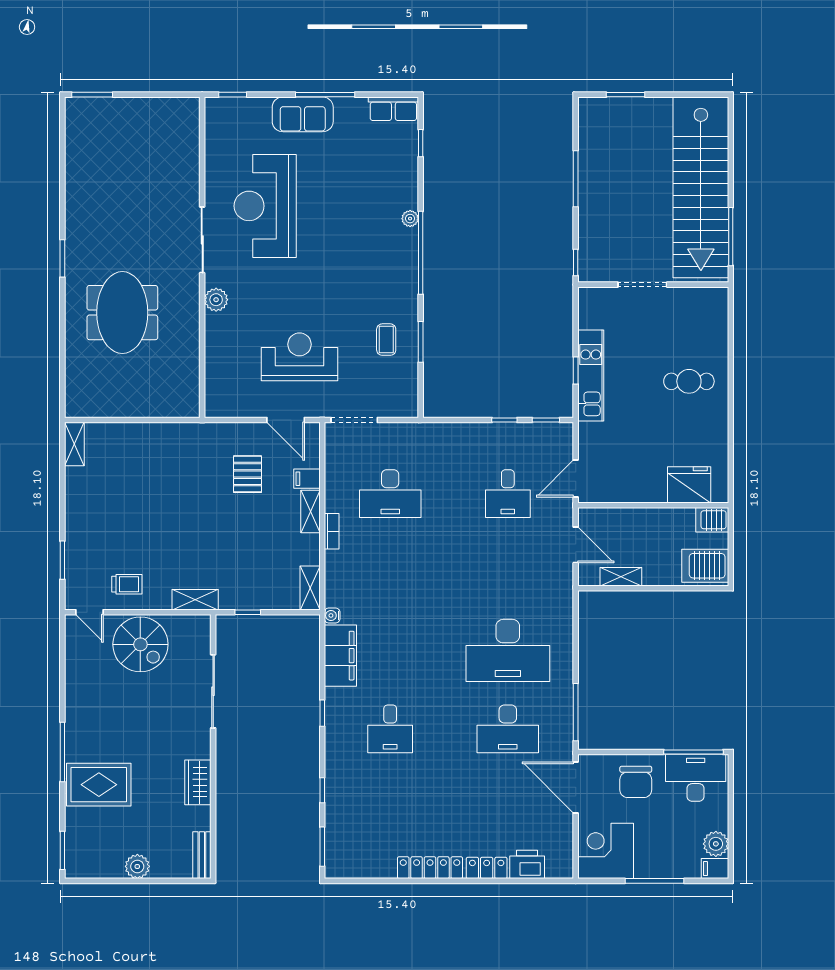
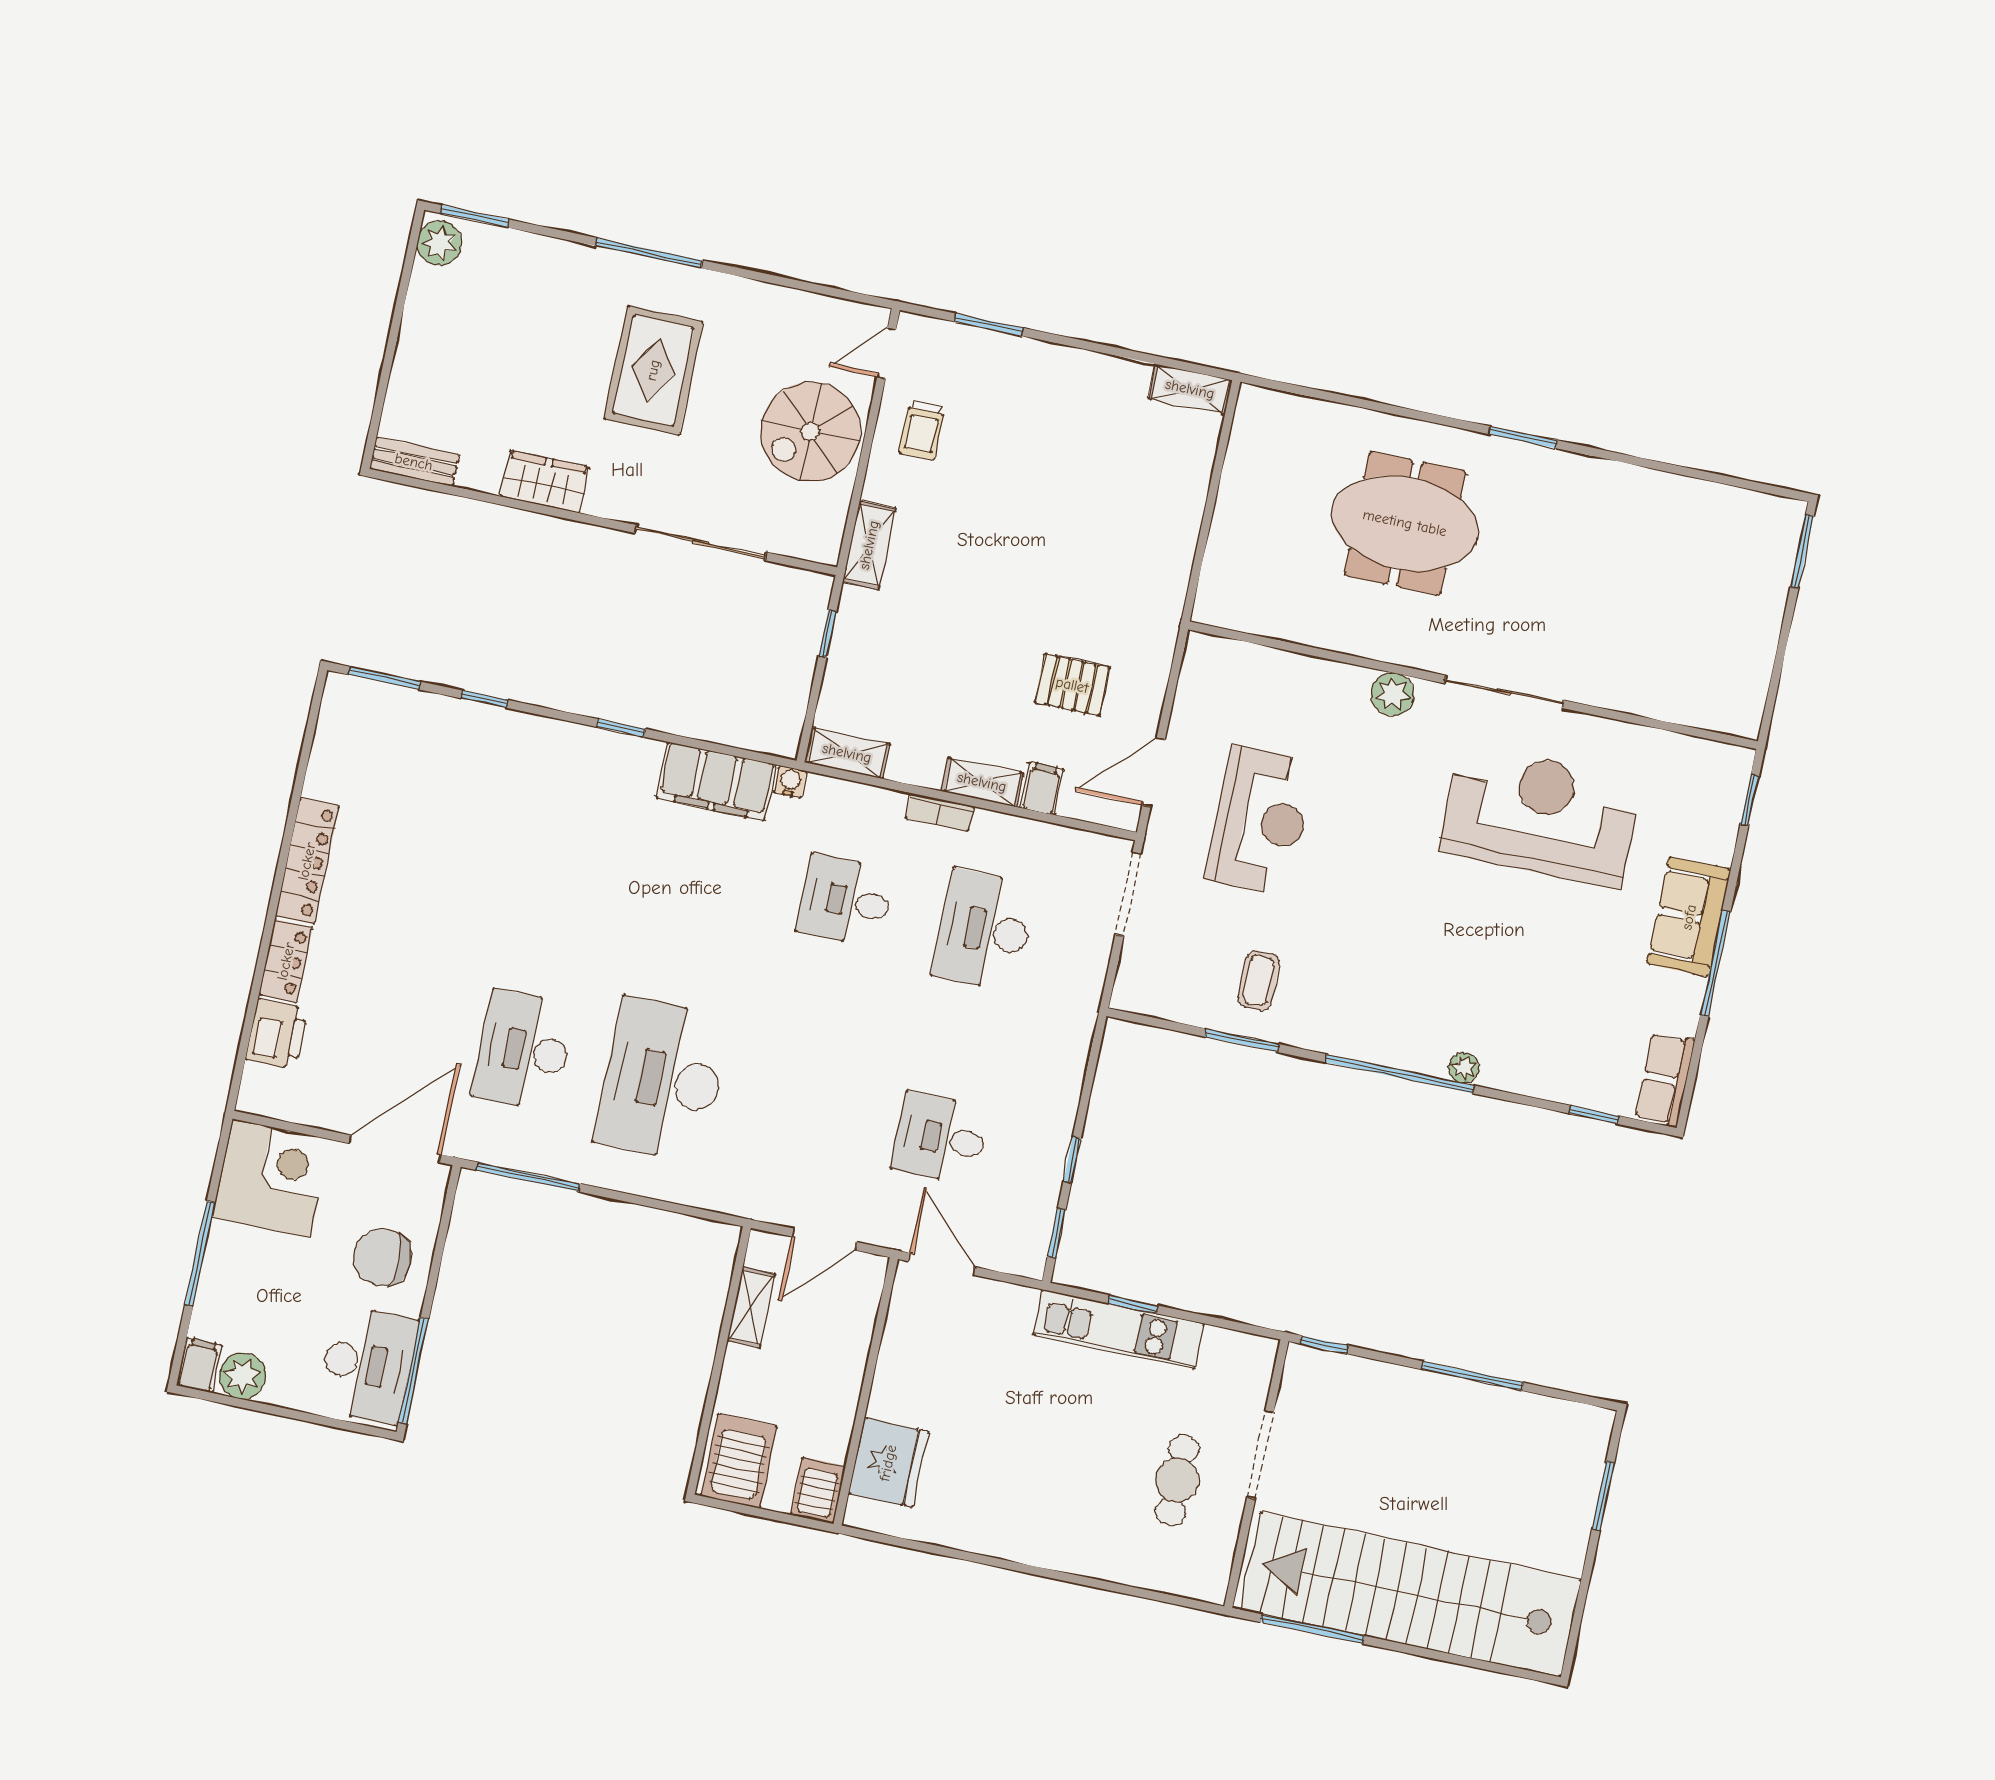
coffee table: (386, 340) -> (1259, 980), turned 90
cafe table: (689, 381) -> (1177, 1480), moved
desk: (390, 729) -> (845, 901), moved
rug: (99, 785) -> (653, 370), moved
plant: (137, 866) -> (440, 243), moved

